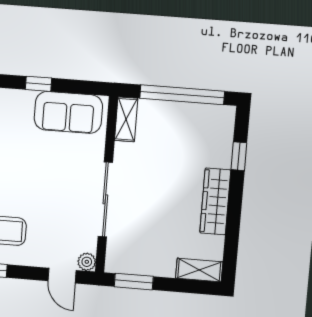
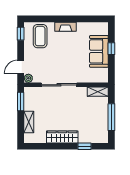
window: (182, 95) -> (111, 117), width x0.68
sofa: (68, 112) -> (99, 51), moved
shelving: (199, 270) -> (29, 122), moved

